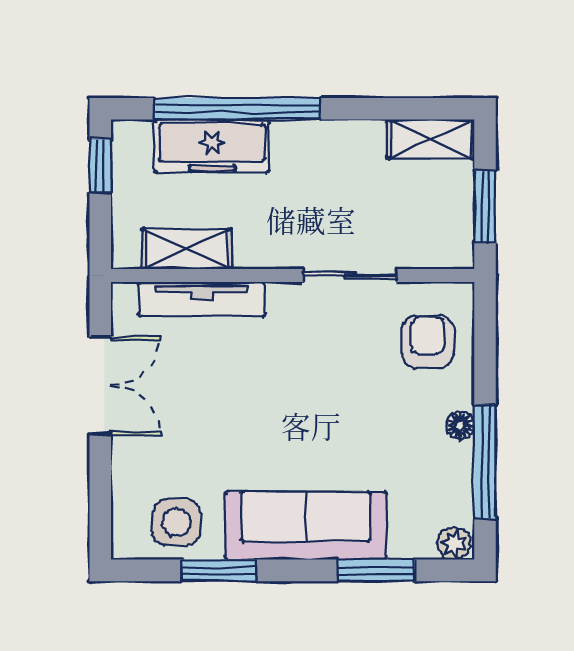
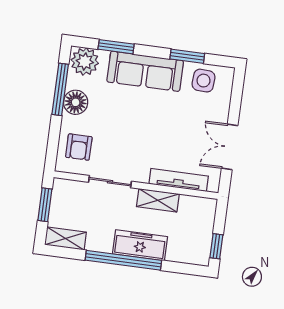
window: (238, 109) -> (123, 260), moved
freezer: (212, 146) -> (140, 245), moved
shelving: (187, 249) -> (158, 200), moved
floor lamp: (460, 425) -> (76, 102), width x1.89, depth x1.89
plant: (454, 543) -> (85, 62), width x1.88, depth x1.88

